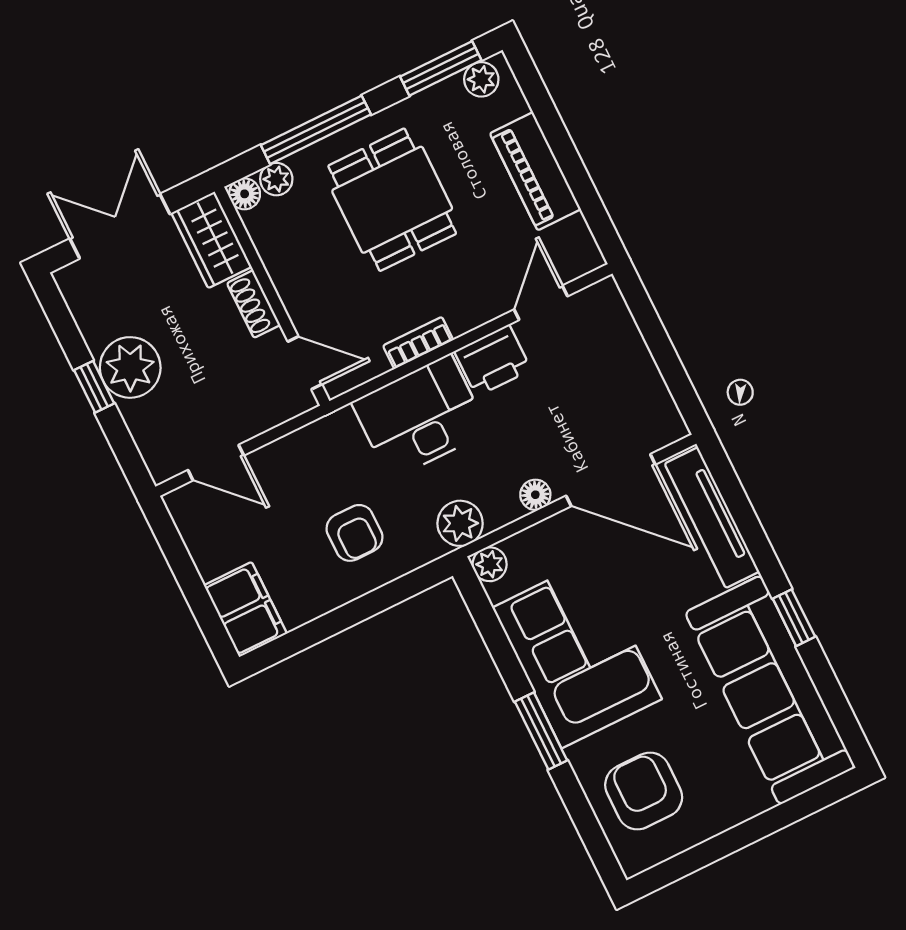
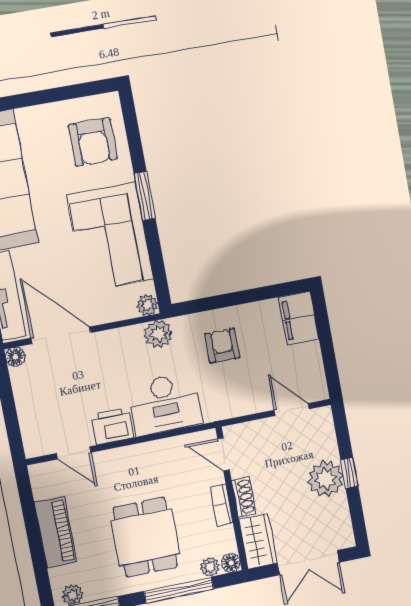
door: (541, 303) -> (74, 453), hinge flipped
bookcase: (418, 343) -> (222, 505), moved, turned 90
floor lamp: (535, 495) -> (15, 357), moved

